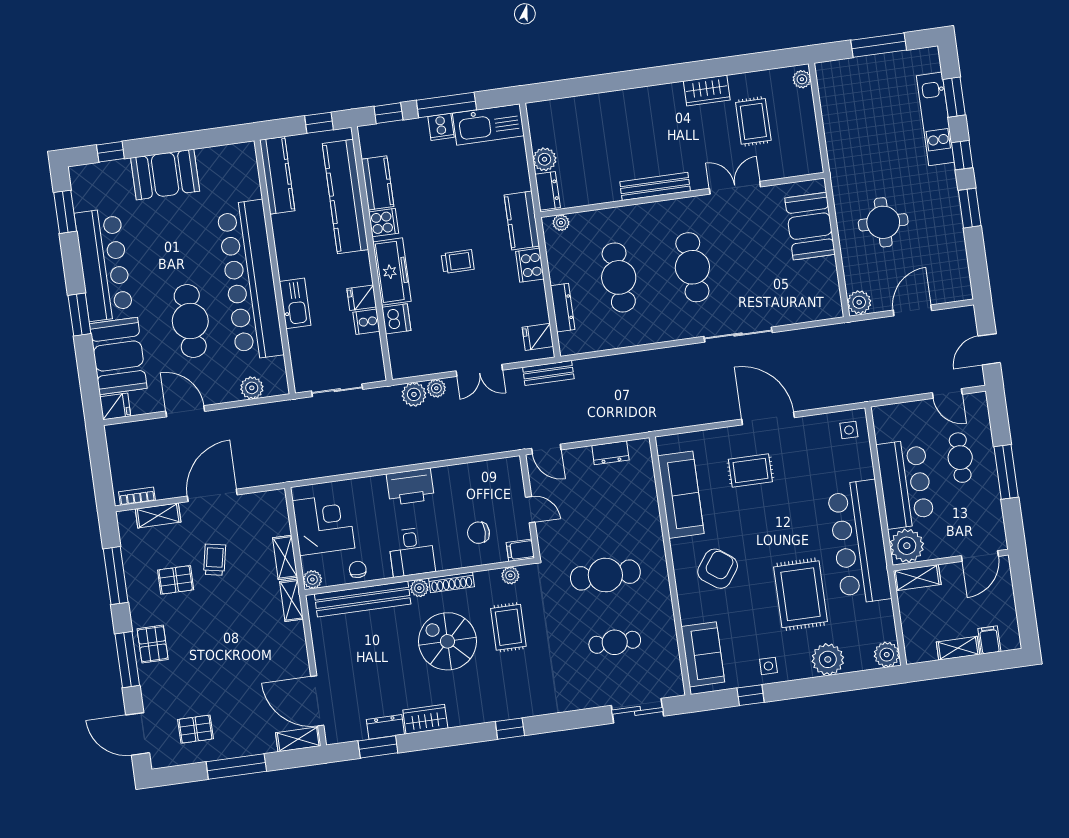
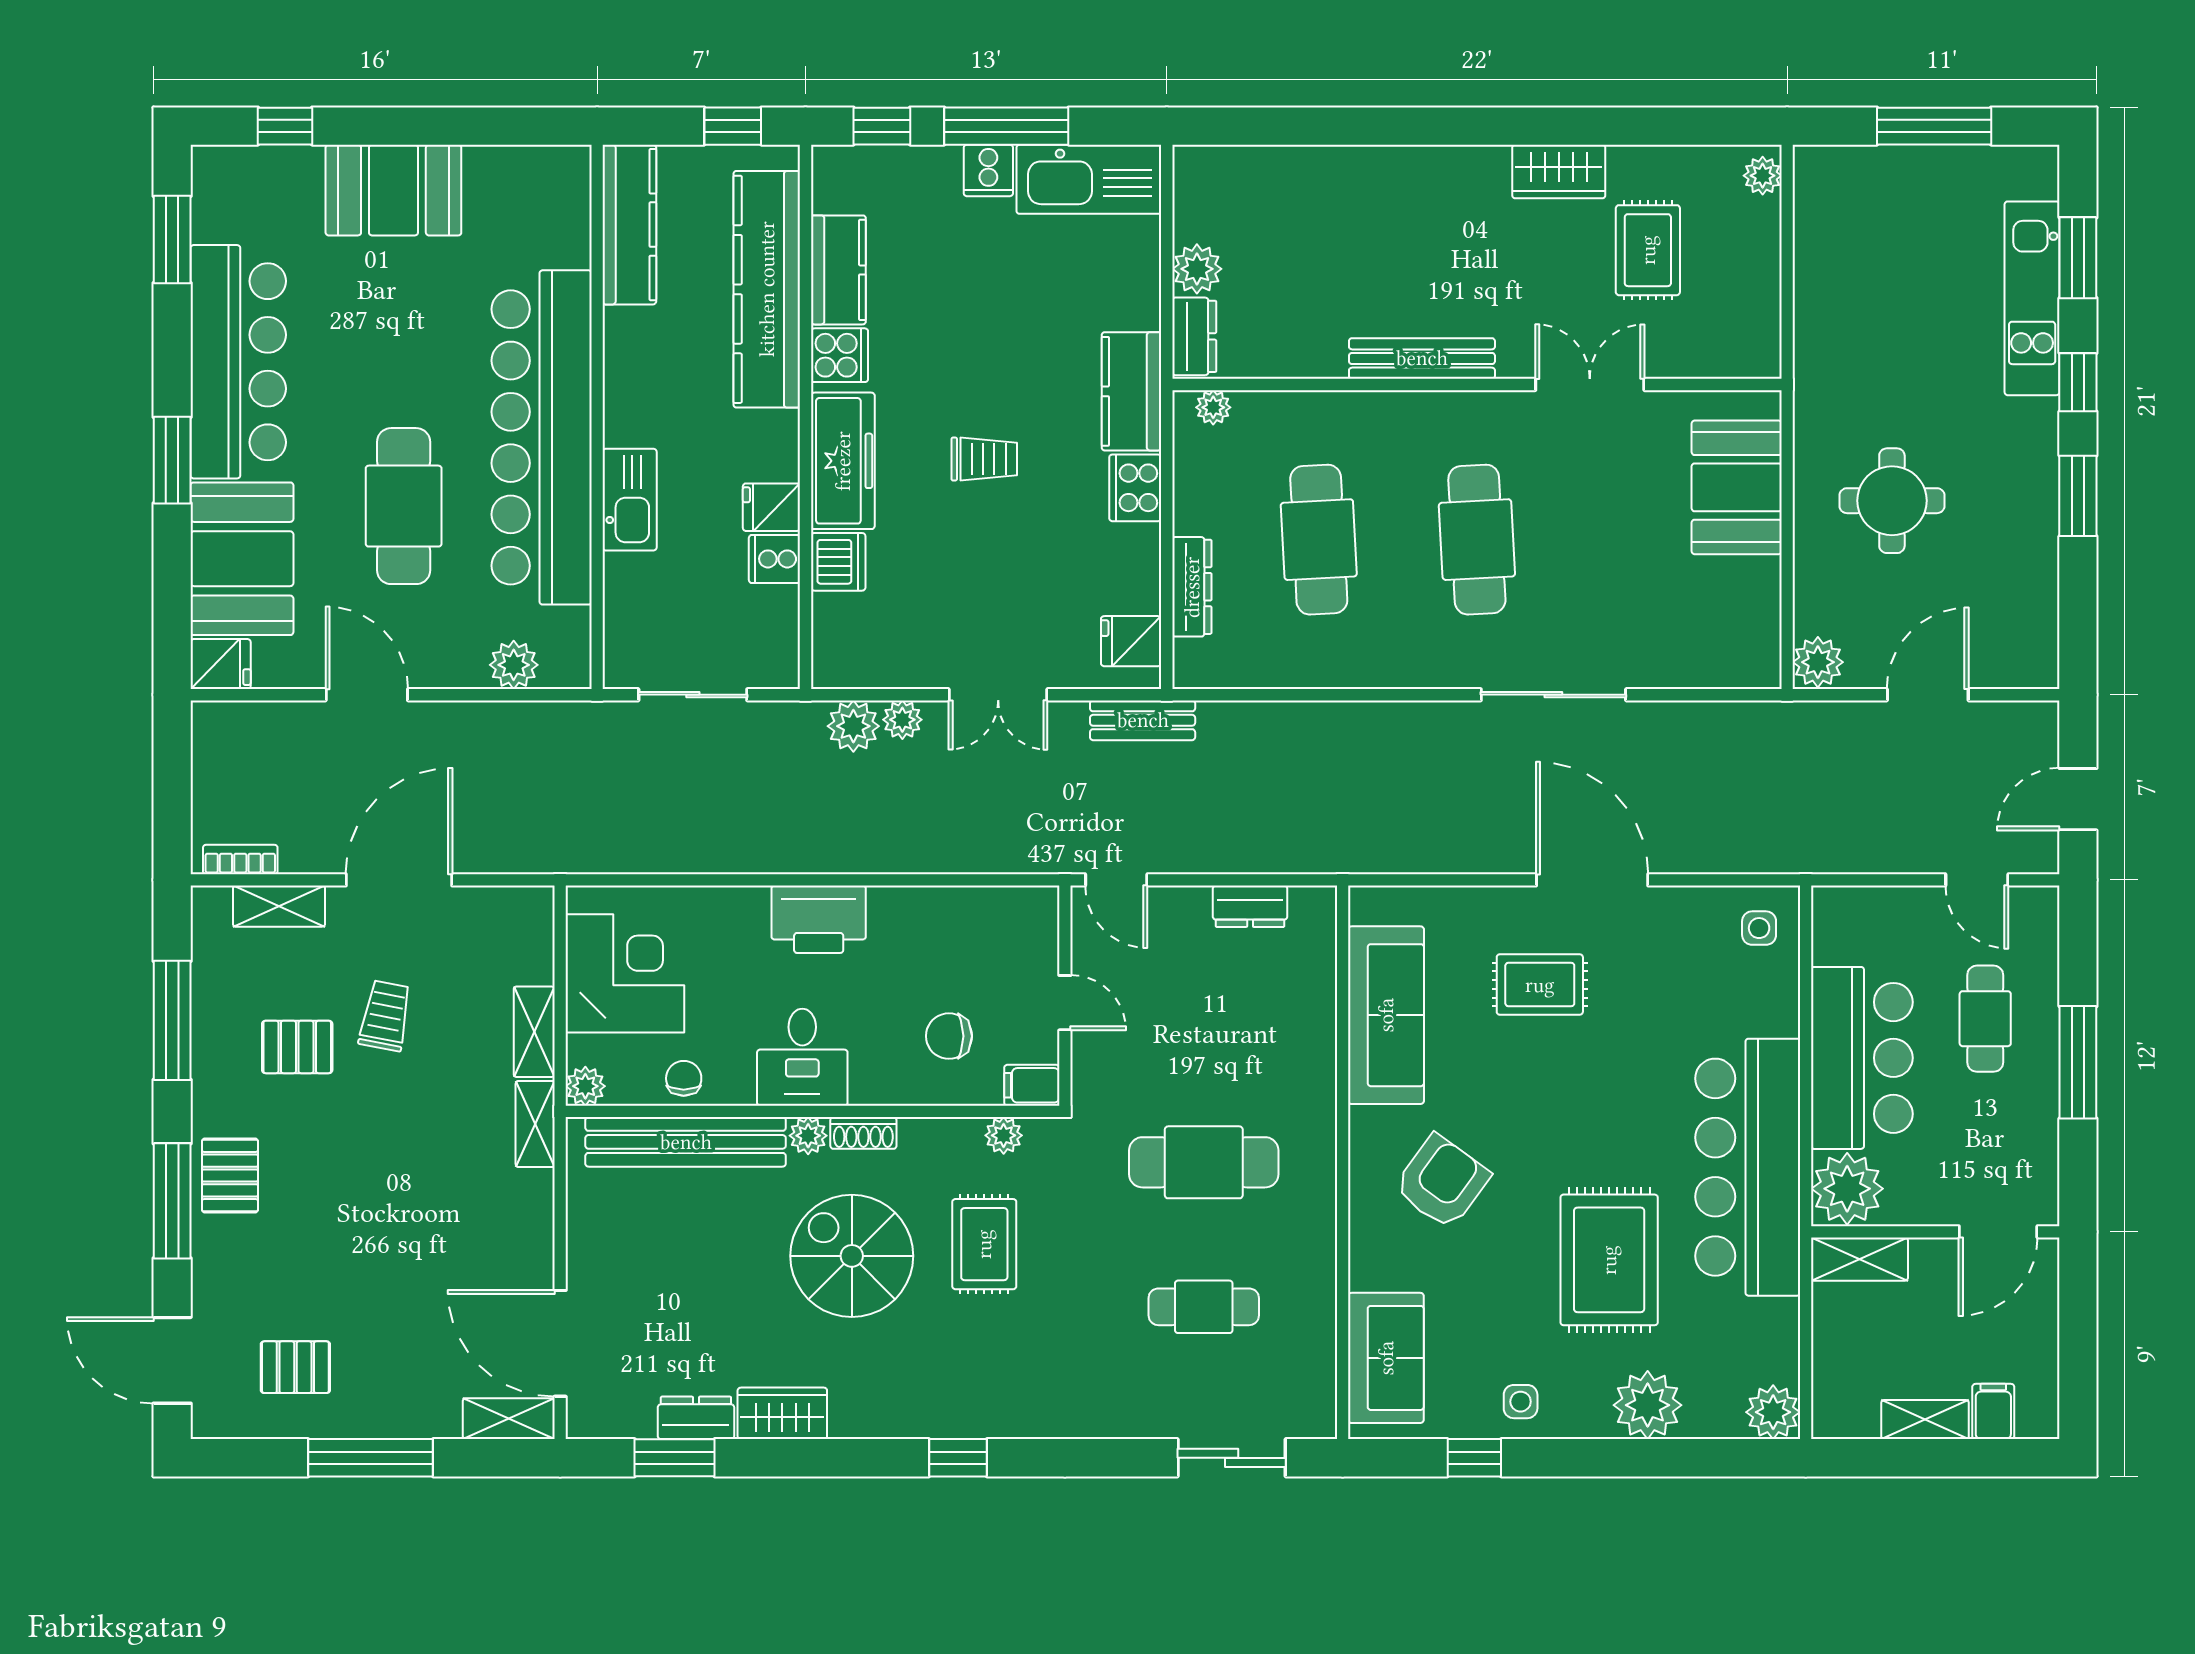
shoe rack: (452, 582) -> (863, 1133), width x0.70

